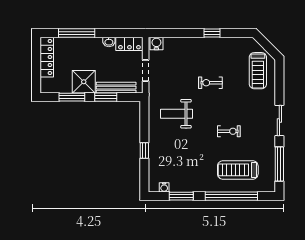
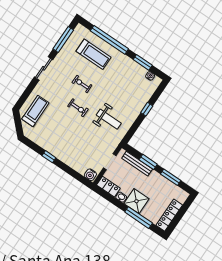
shower: (84, 82) -> (136, 201), moved
exercise bike: (210, 83) -> (78, 108), moved

